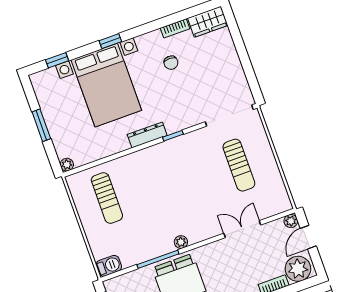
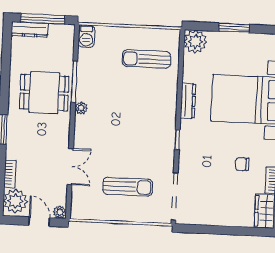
dresser: (147, 135) -> (188, 101), moved
plant: (67, 165) -> (195, 42), width x1.87, depth x1.87
sun lounger: (239, 165) -> (128, 187), turned 180

